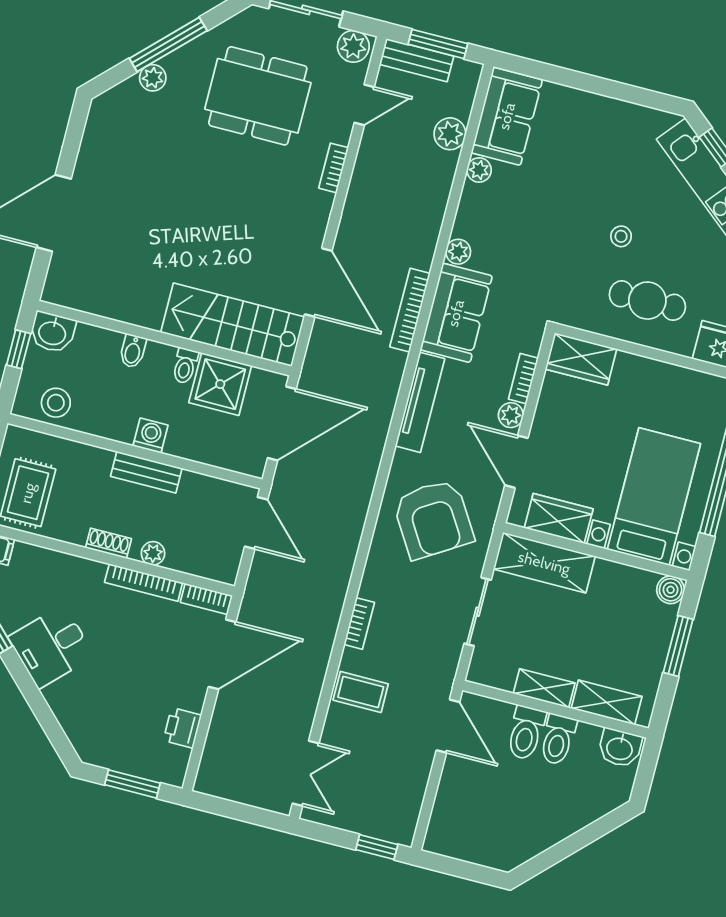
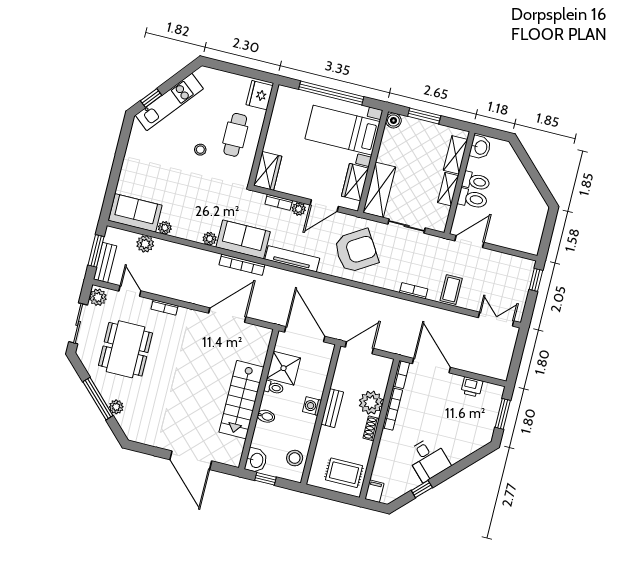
stairs: (233, 325) -> (242, 400), moved
plant: (153, 553) -> (371, 403), width x1.87, depth x1.87

